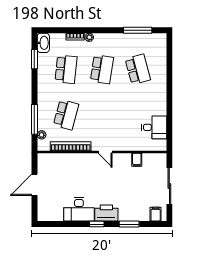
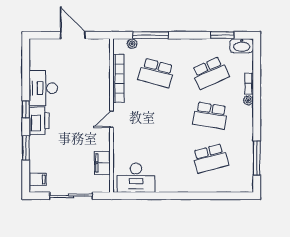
school desk: (66, 69) -> (210, 73), turned -30
desk: (154, 127) -> (136, 178), width x1.37
filing cabinet: (137, 160) -> (102, 163), width x2.00

